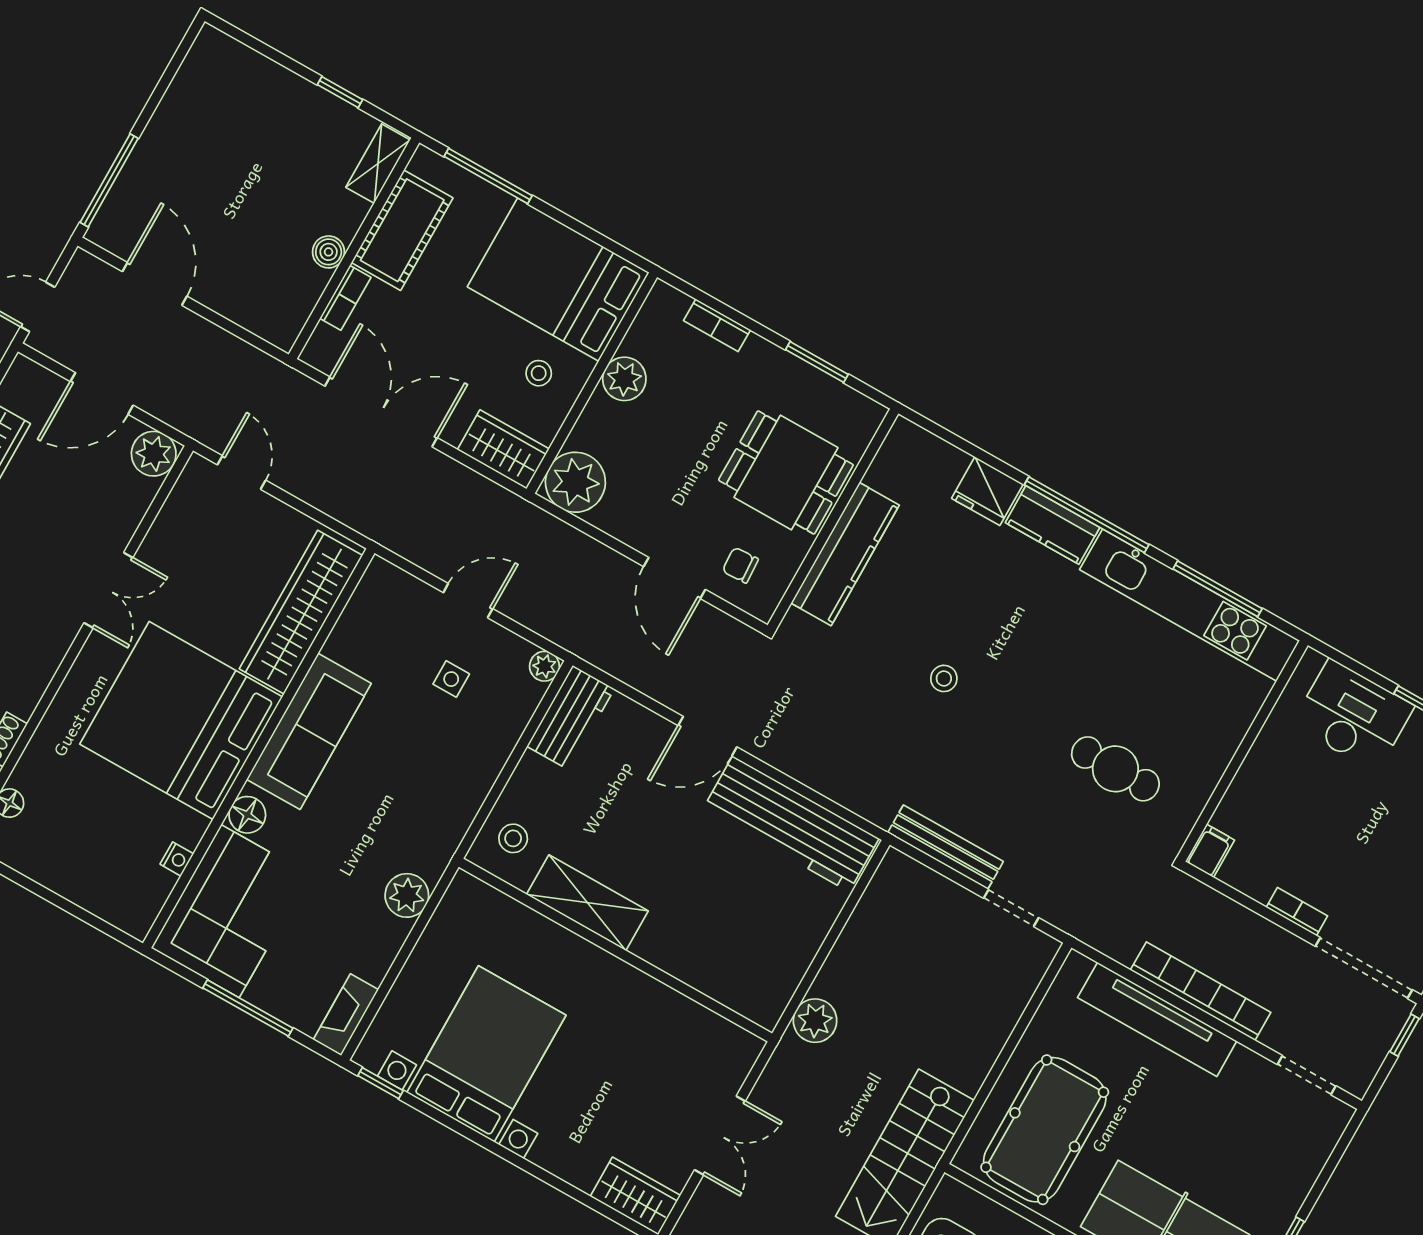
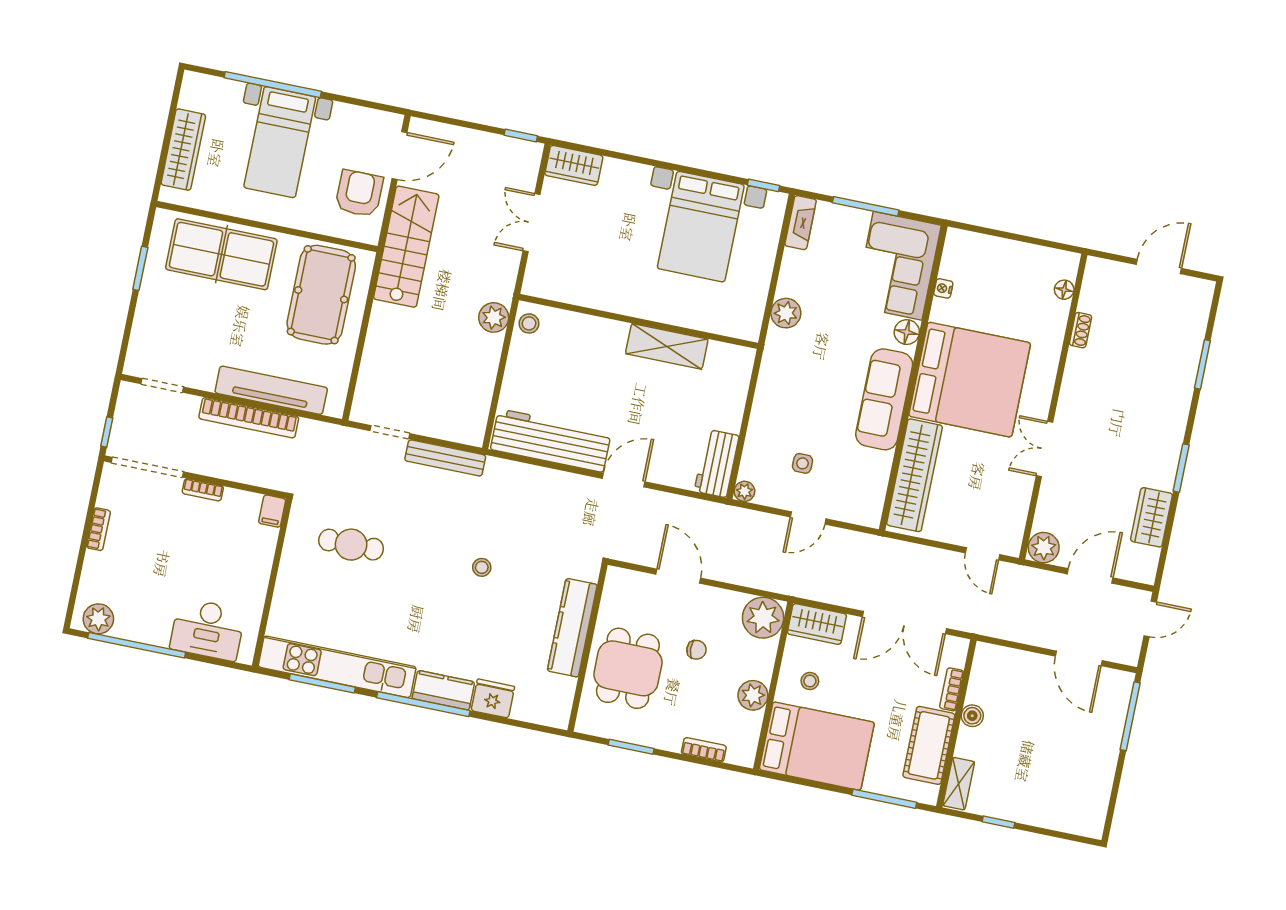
dining table: (786, 472) -> (628, 668), turned 90
chair: (740, 565) -> (696, 650), moved
stool: (513, 838) -> (529, 323), moved

